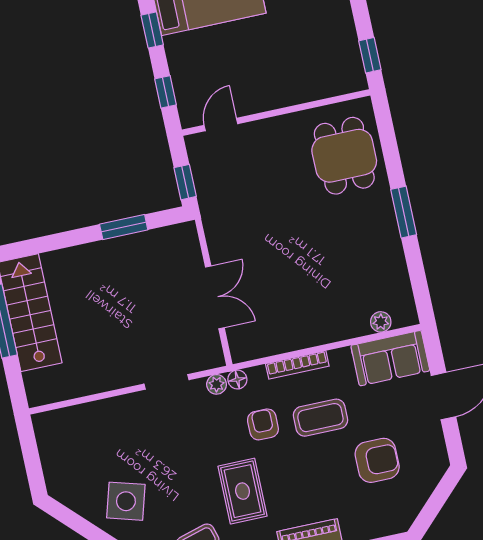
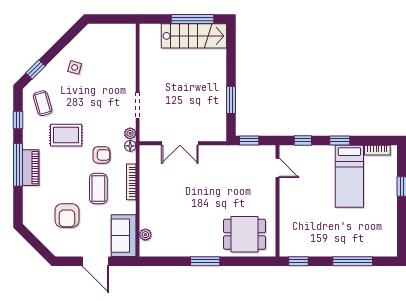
side table: (126, 501) -> (75, 67), width x0.54, depth x0.54

